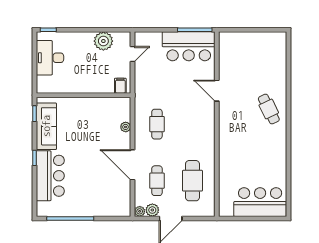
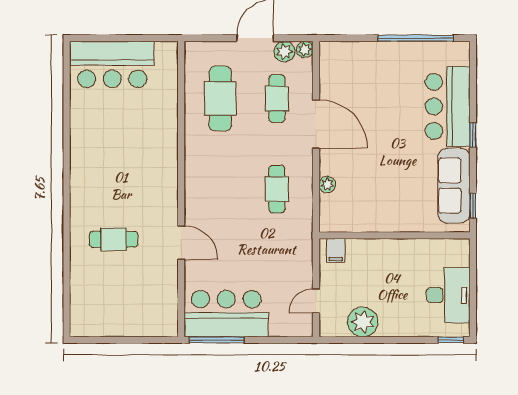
cafe table: (269, 109) -> (114, 239), moved, turned -64

